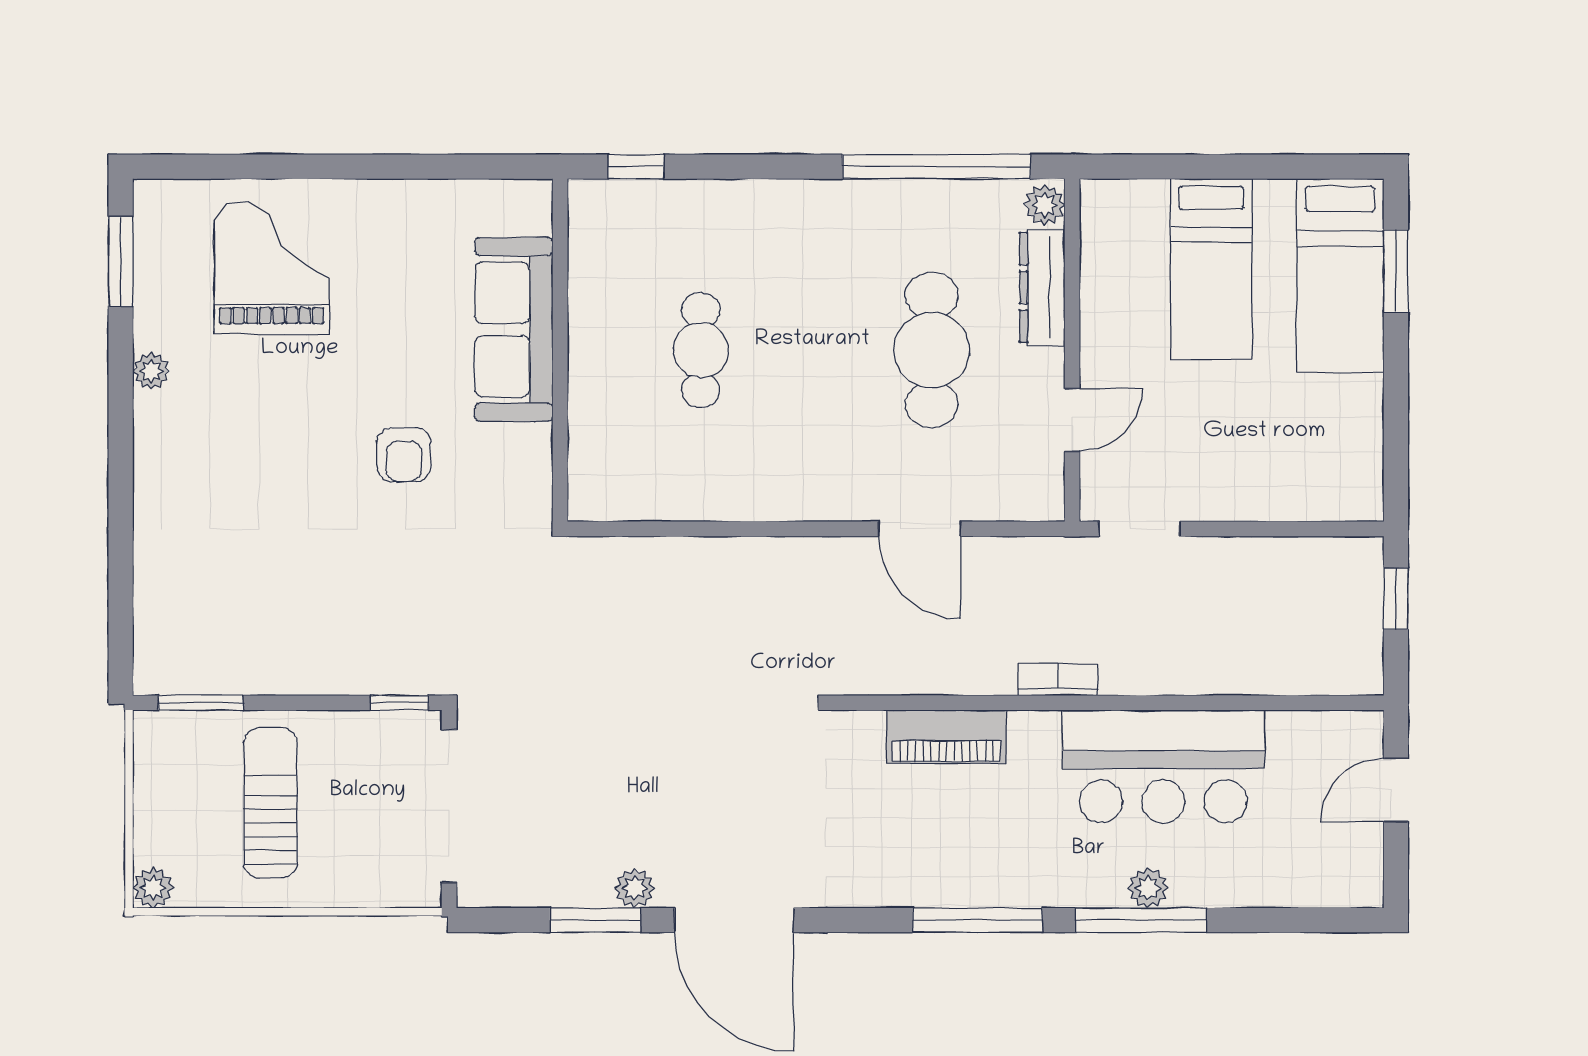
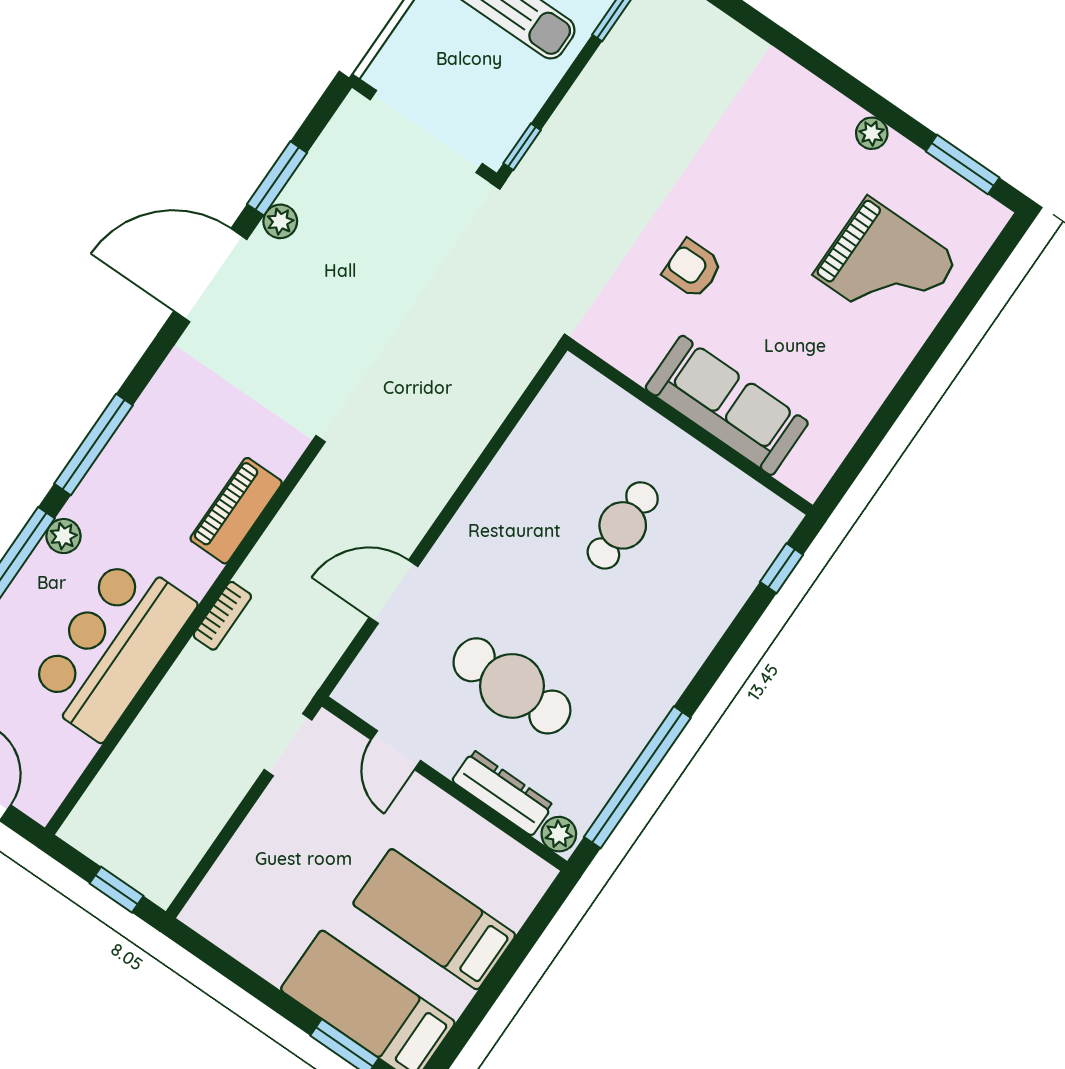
cafe table: (701, 350) -> (623, 525), turned 90
plant: (1148, 888) -> (63, 536), moved

